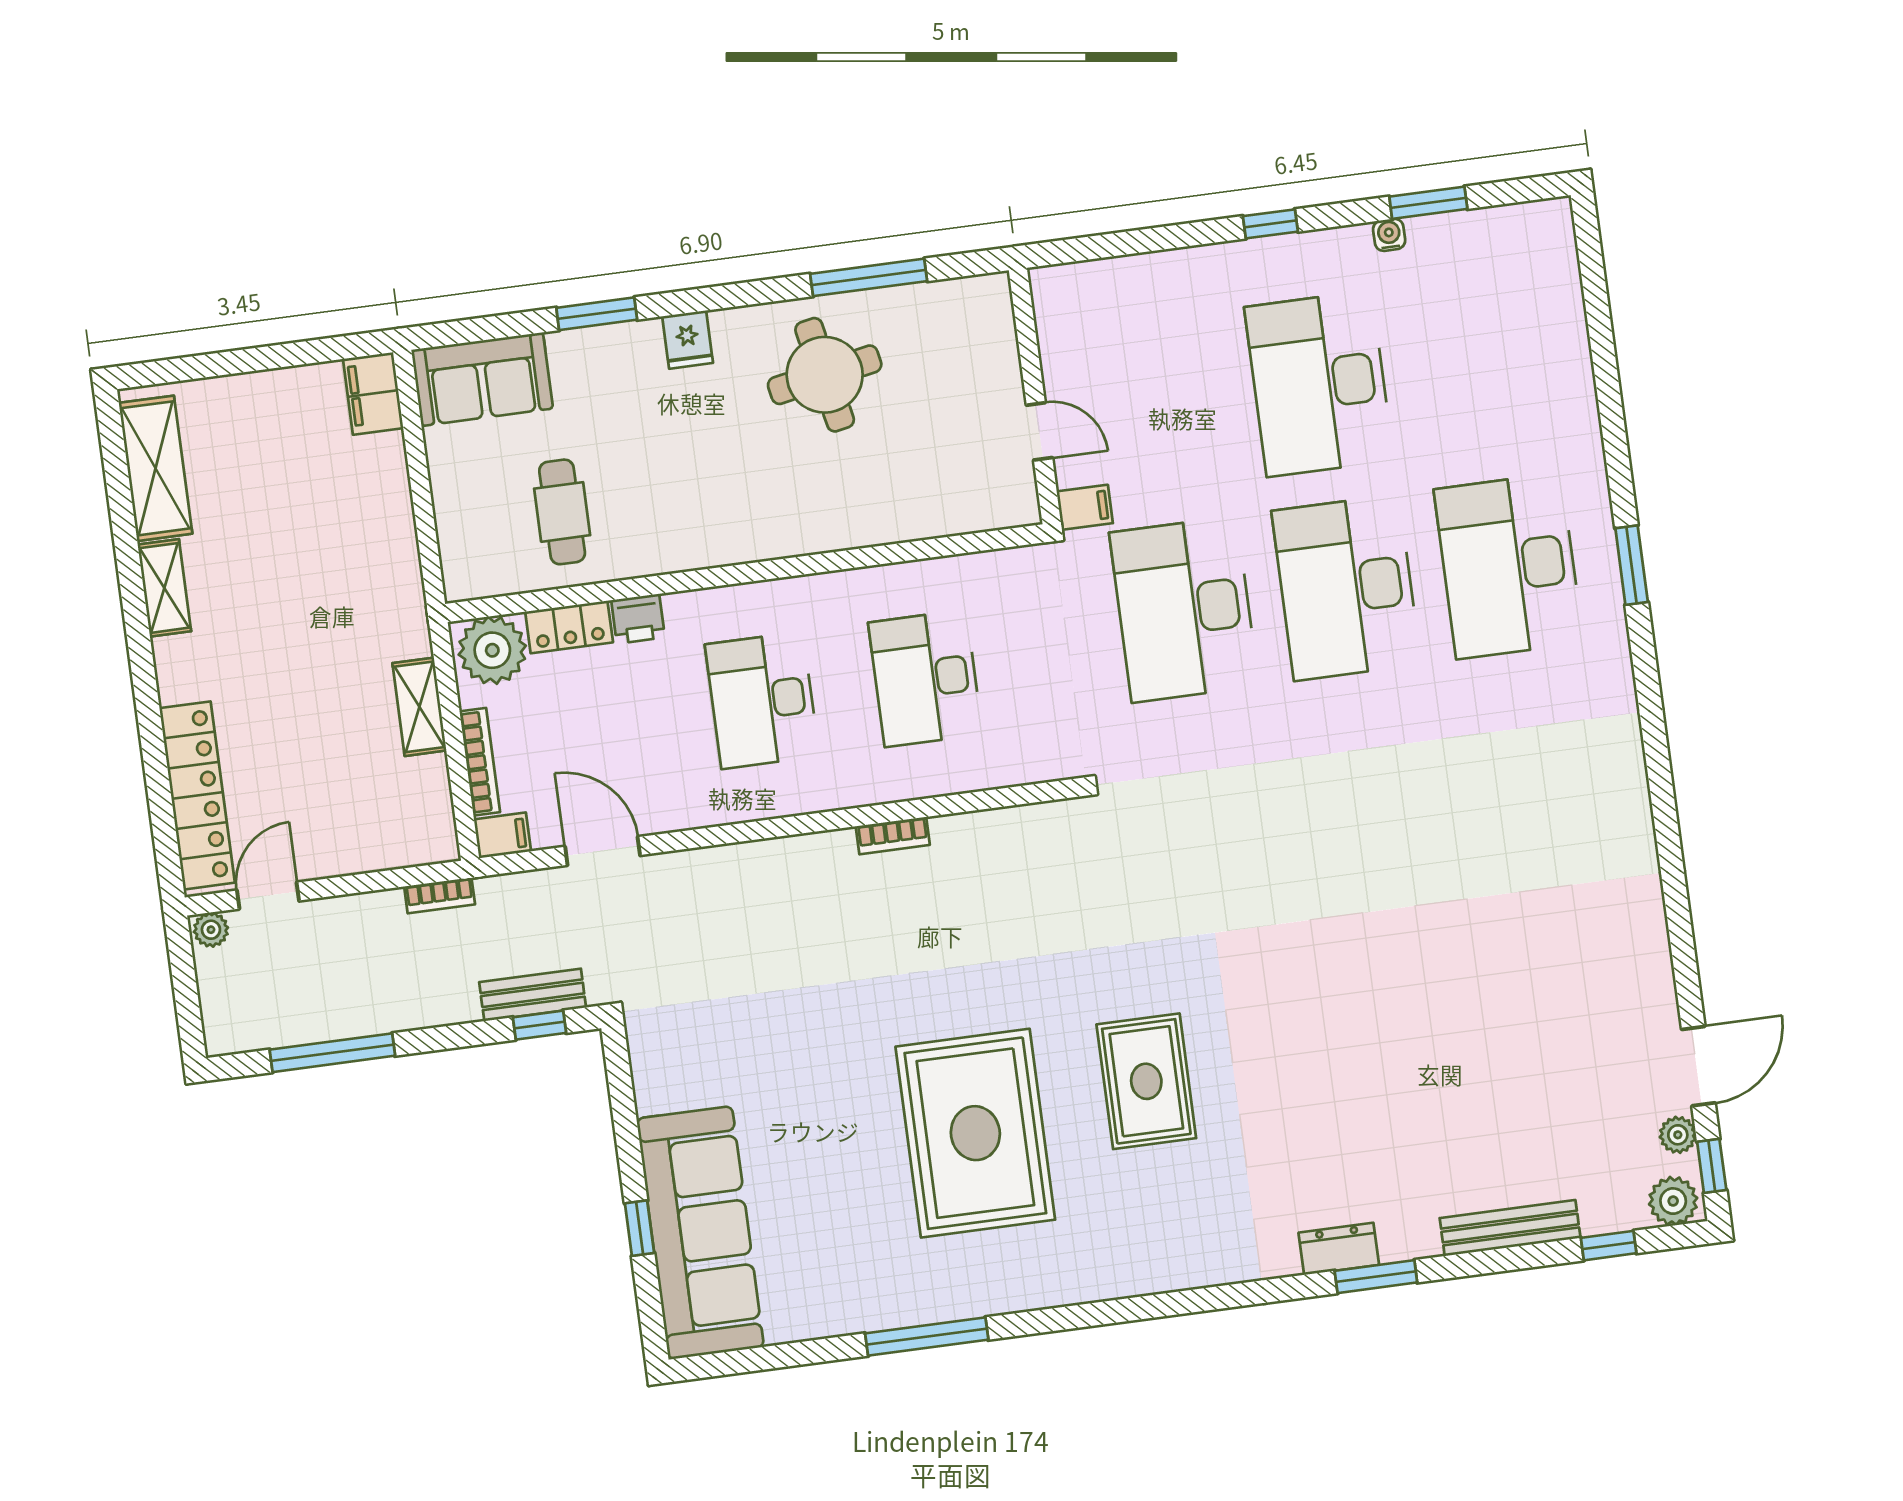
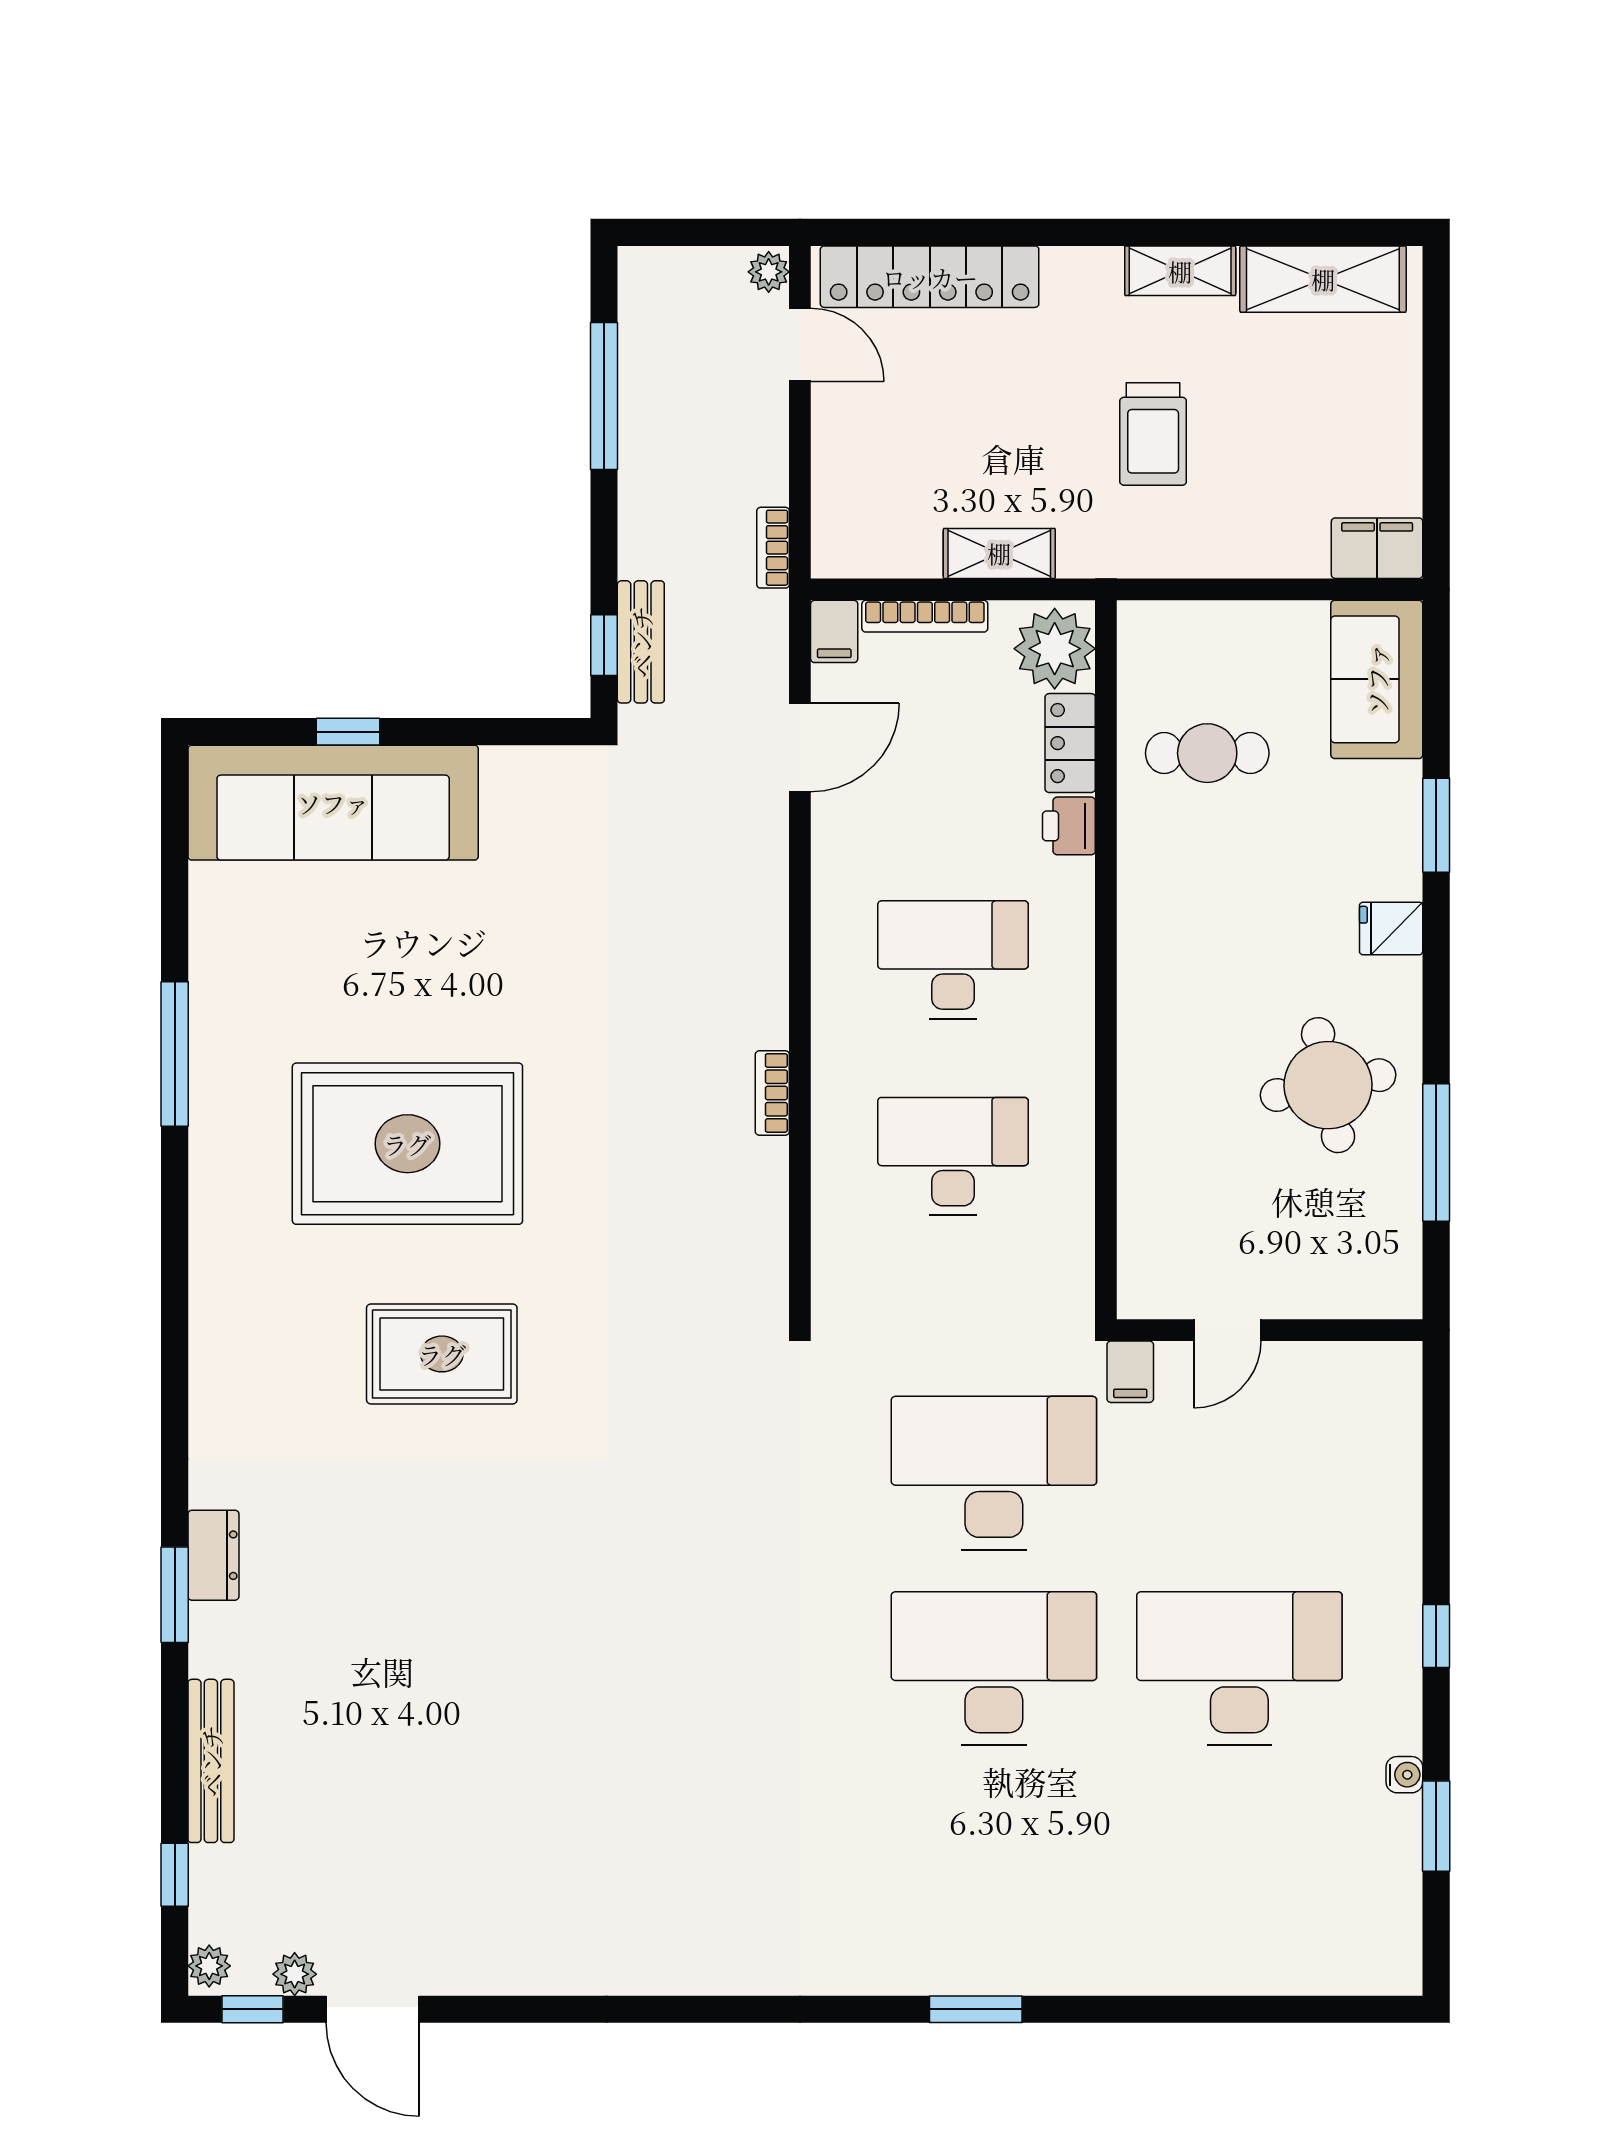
desk: (1509, 566) -> (994, 1864), removed
trolley: (303, 592) -> (1153, 434), added
plant: (1673, 1201) -> (209, 1966), width x0.73, depth x0.73

